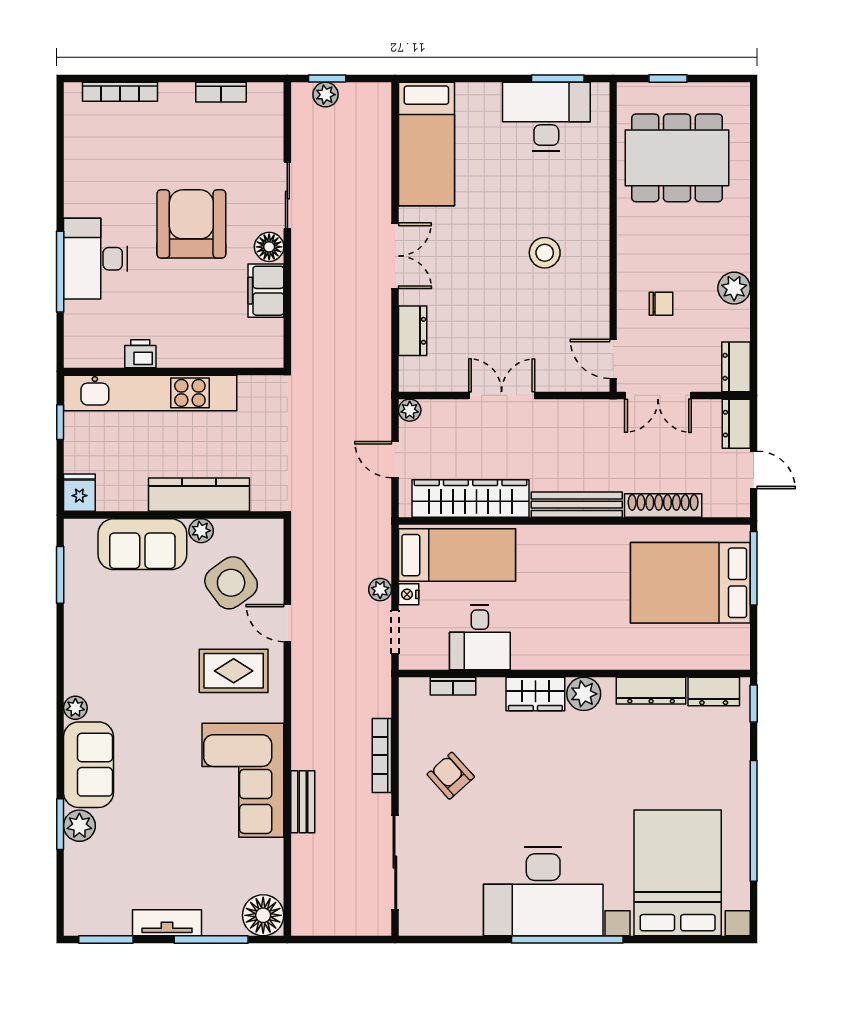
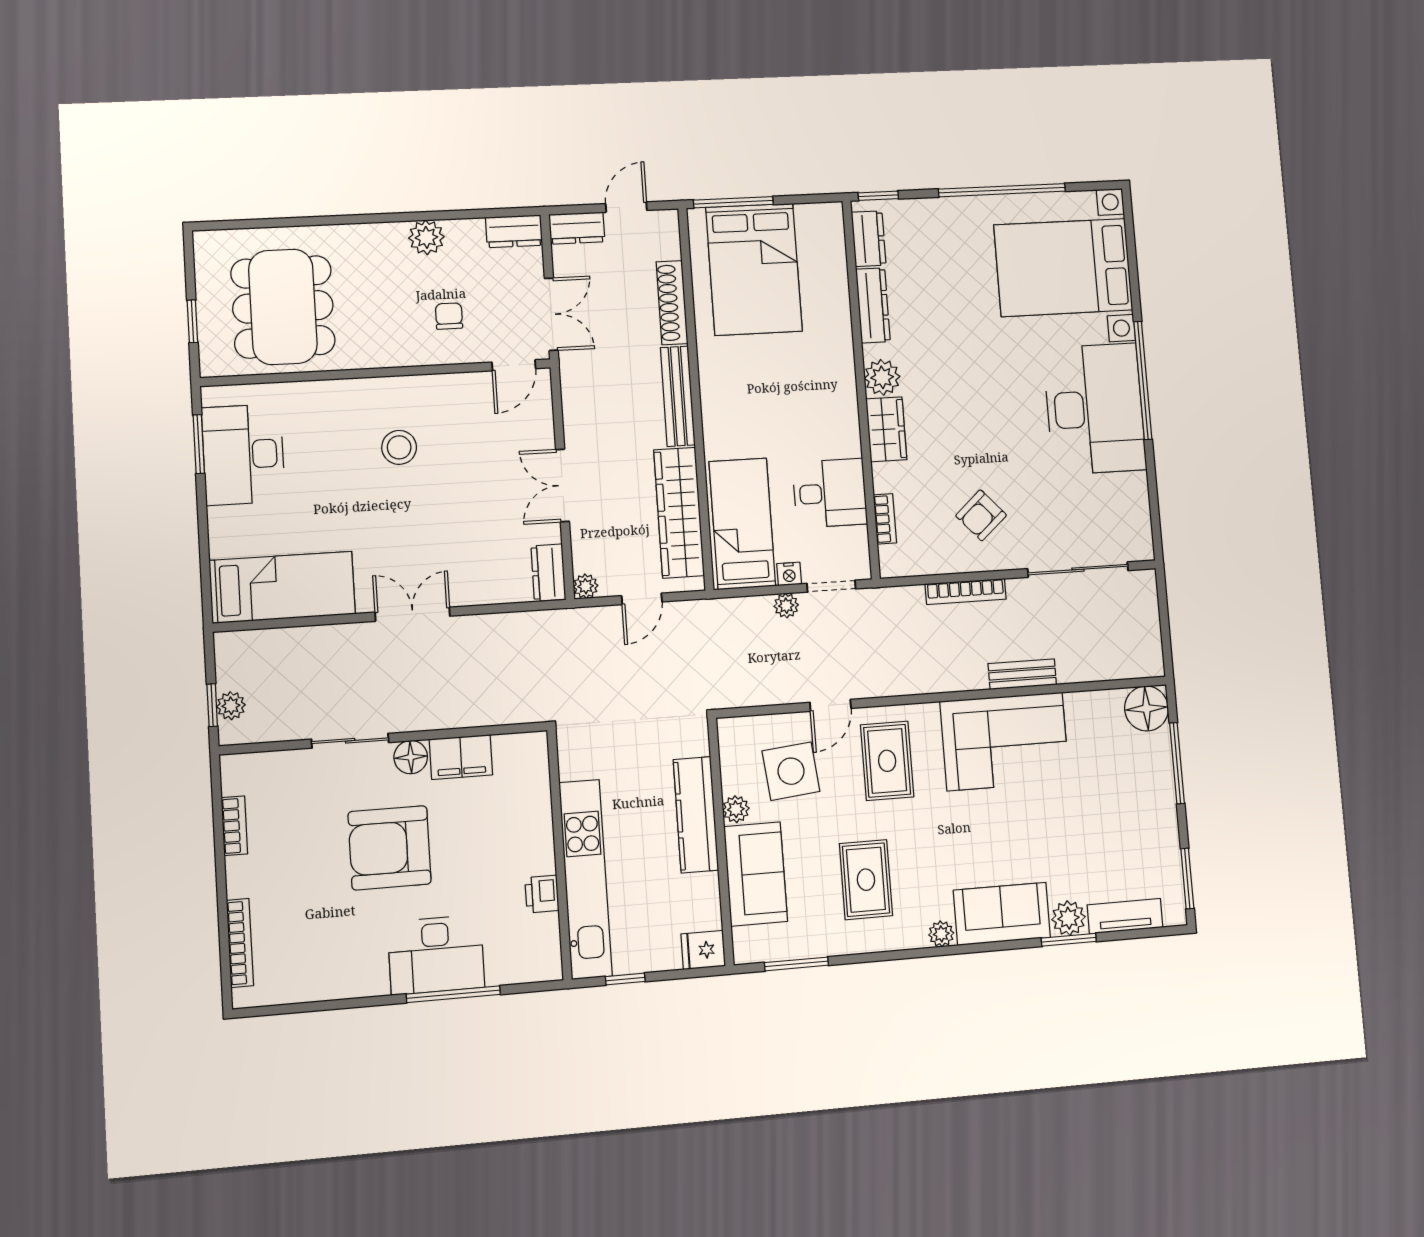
dresser: (413, 331) -> (548, 573), moved, turned -90
side table: (231, 583) -> (791, 771), turned 30
rug: (129, 643) -> (866, 880), added
tv unit: (167, 923) -> (1125, 916), moved, turned 90

